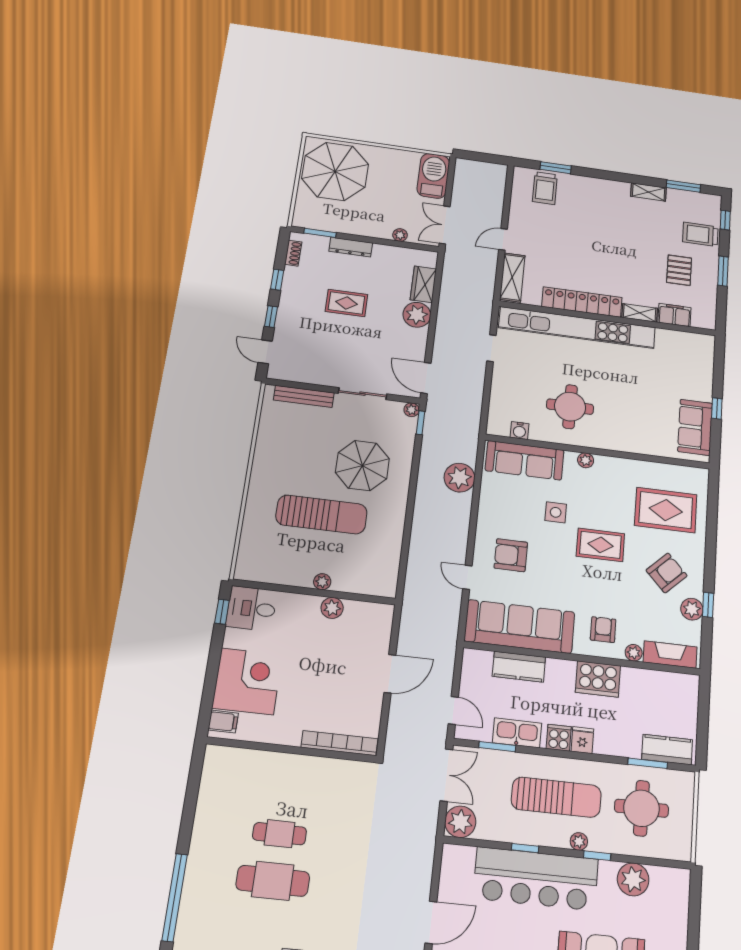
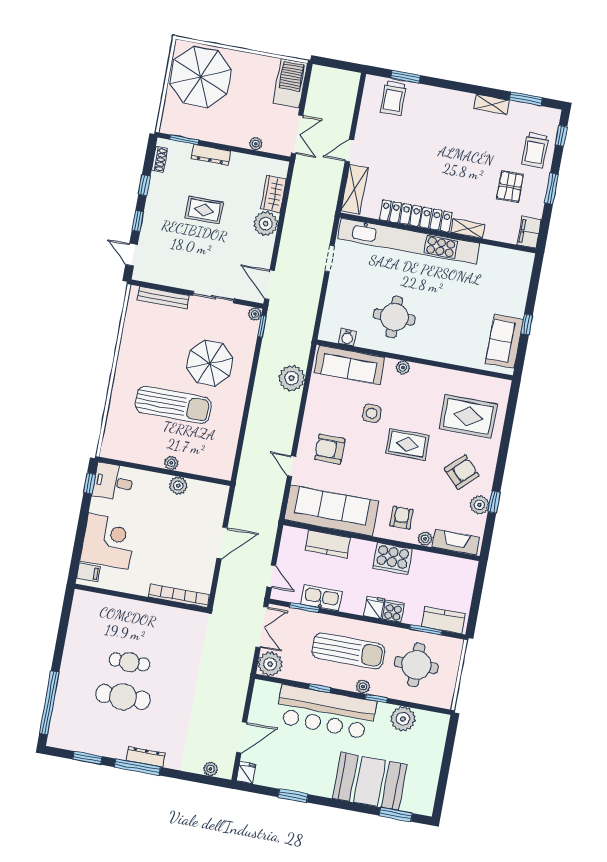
double door: (445, 225) -> (297, 134), swing flipped
trolley: (700, 234) -> (535, 150), turned -90
filing cabinet: (674, 315) -> (529, 232), moved, turned -90
cooker: (559, 738) -> (393, 611), moved

